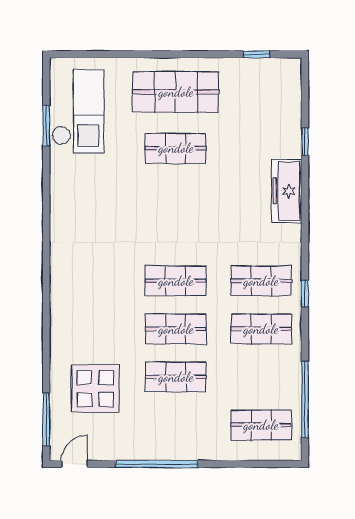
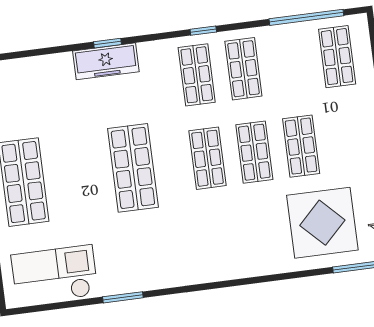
window: (46, 126) -> (123, 297), moved
window: (305, 142) -> (107, 43), moved
shop shelf: (176, 148) -> (133, 168), moved, width x1.43, depth x1.36
display table: (95, 388) -> (322, 223), width x1.36, depth x1.36

